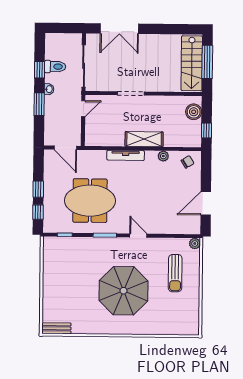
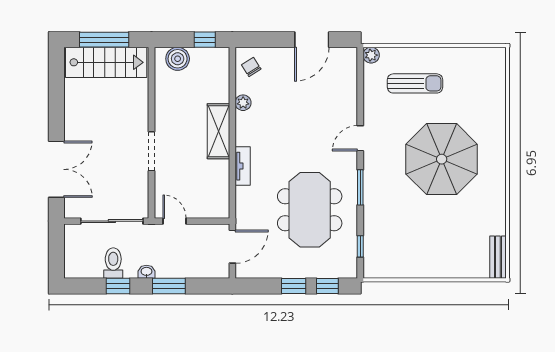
tv unit: (126, 155) -> (243, 166), width x0.71
door: (206, 203) -> (312, 40), hinge flipped

